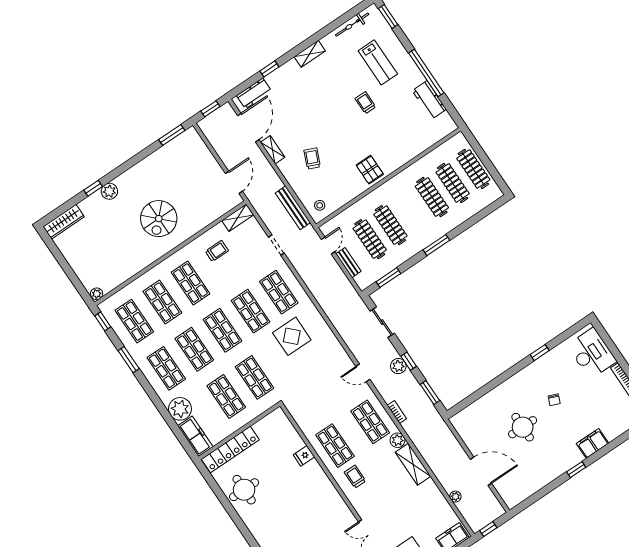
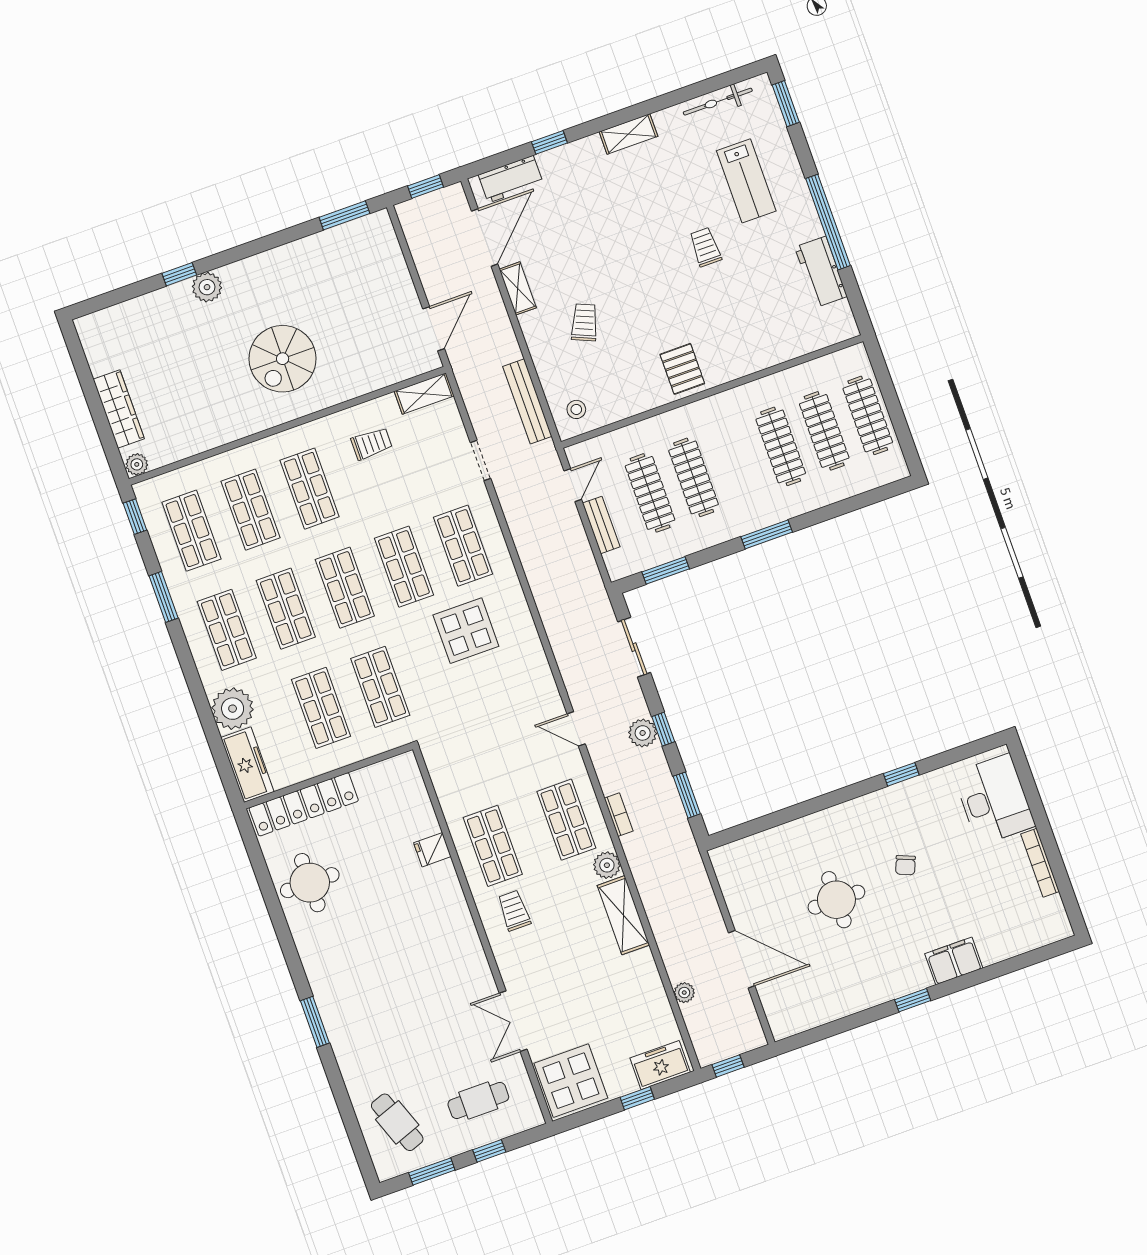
wardrobe: (64, 222) -> (119, 409), moved, turned -90

